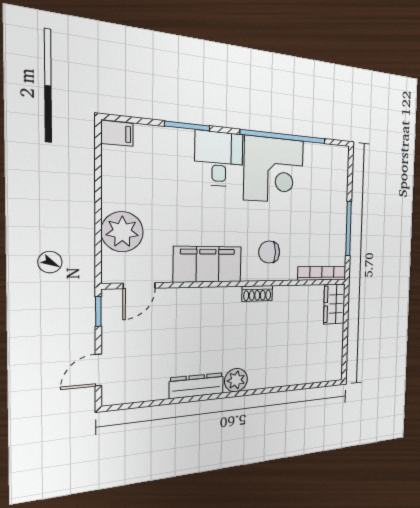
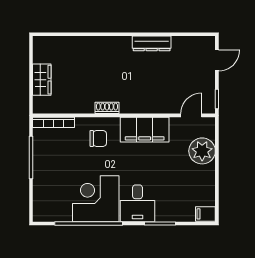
wardrobe: (334, 304) -> (42, 80), moved
plant: (236, 380) -> (122, 45), removed

